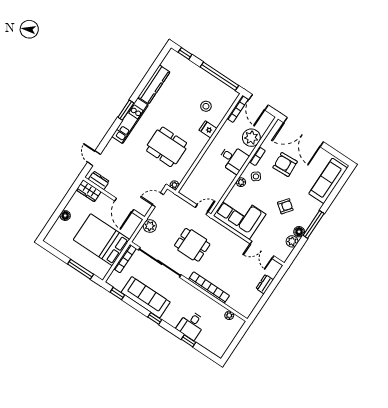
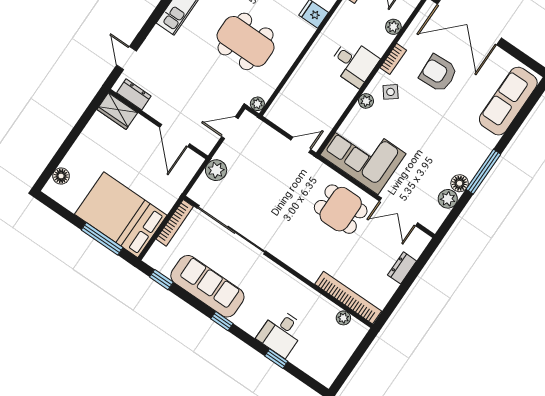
plant: (251, 138) -> (393, 27), width x0.53, depth x0.53
armchair: (285, 206) -> (438, 141), removed
floor lamp: (65, 216) -> (61, 176), moved
bed: (102, 240) -> (121, 215), moved
dining table: (192, 245) -> (341, 209), moved
bookcase: (209, 288) -> (348, 298), moved

